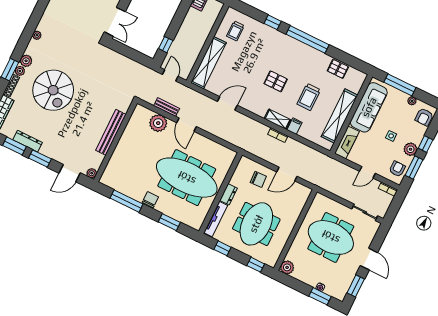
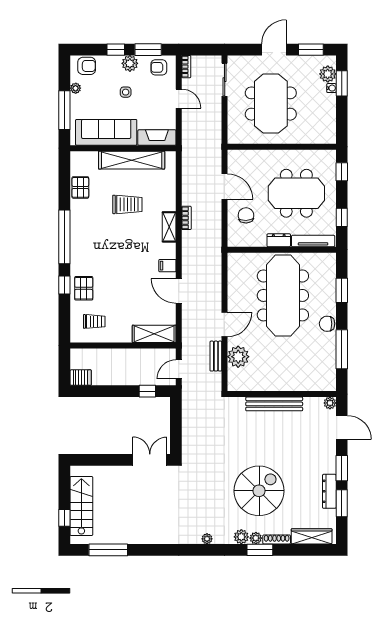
shelving: (209, 63) -> (154, 334), width x0.68
pallet: (276, 81) -> (84, 288), moved
filing cabinet: (295, 126) -> (167, 266), moved
plant: (287, 267) -> (328, 74), moved

